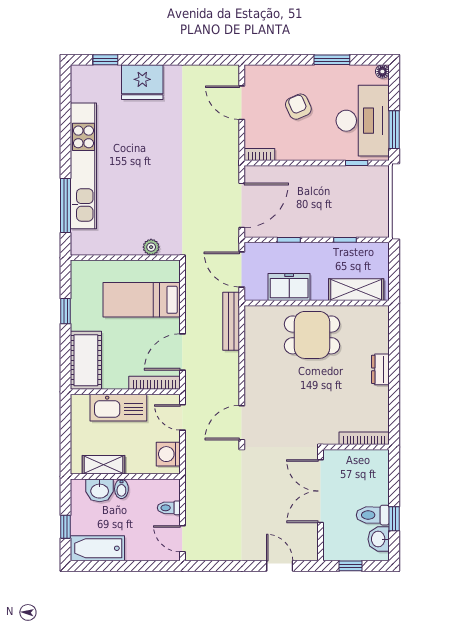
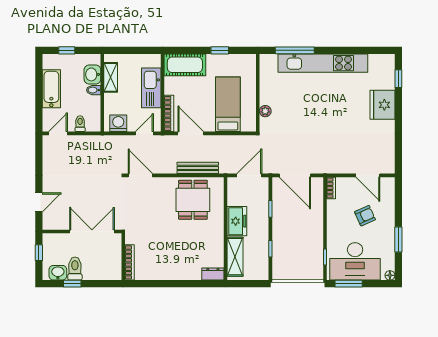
door: (242, 103) -> (368, 175), swing flipped
freezer: (289, 287) -> (237, 221), moved
bench: (231, 321) -> (198, 168), moved
dining table: (312, 335) -> (193, 200), moved
dresser: (380, 369) -> (213, 274), moved
bathtub: (97, 548) -> (51, 89), moved

